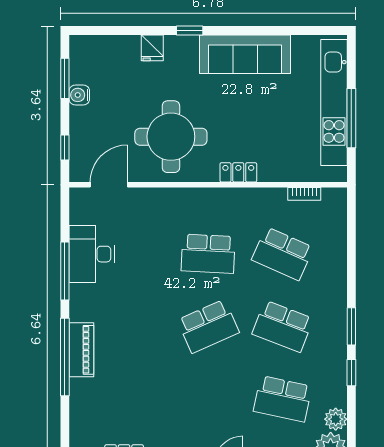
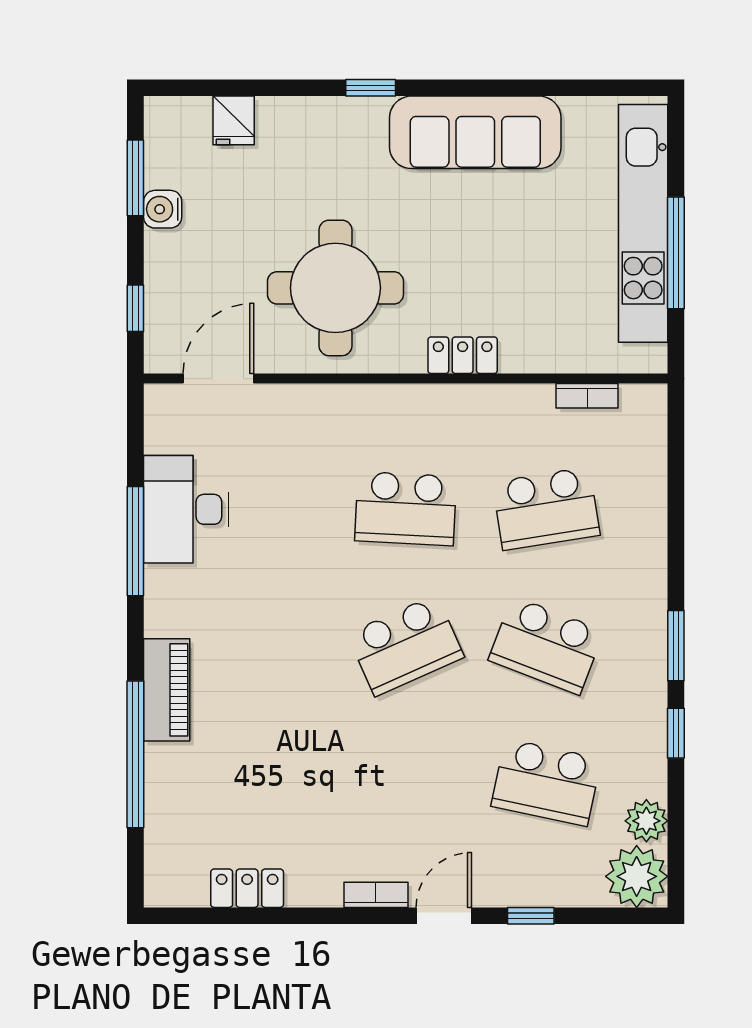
fridge: (152, 48) -> (234, 120), moved
school desk: (283, 254) -> (546, 509), turned -33
window: (65, 357) -> (135, 754), moved

